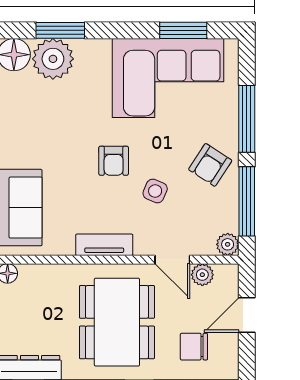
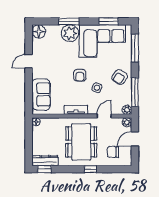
window: (60, 30) -> (69, 21), moved
plant: (53, 59) -> (70, 33), moved
window: (247, 119) -> (135, 48), moved
door: (172, 260) -> (104, 116), swing flipped
plant: (202, 275) -> (127, 122), moved

